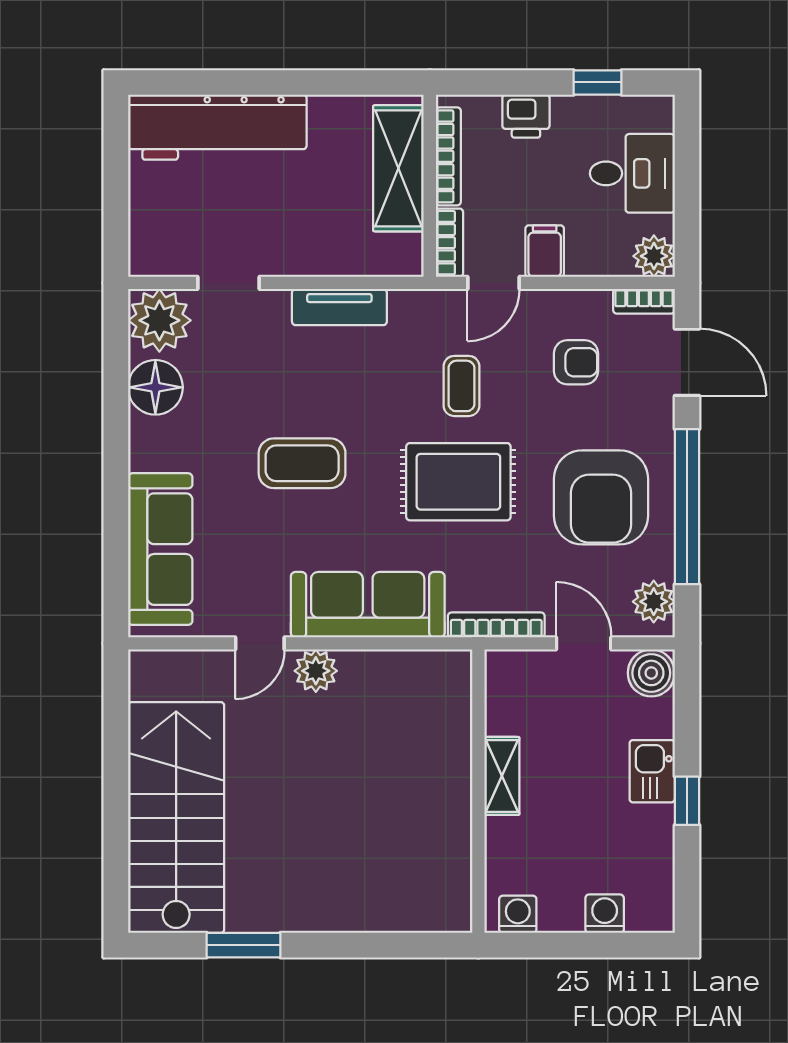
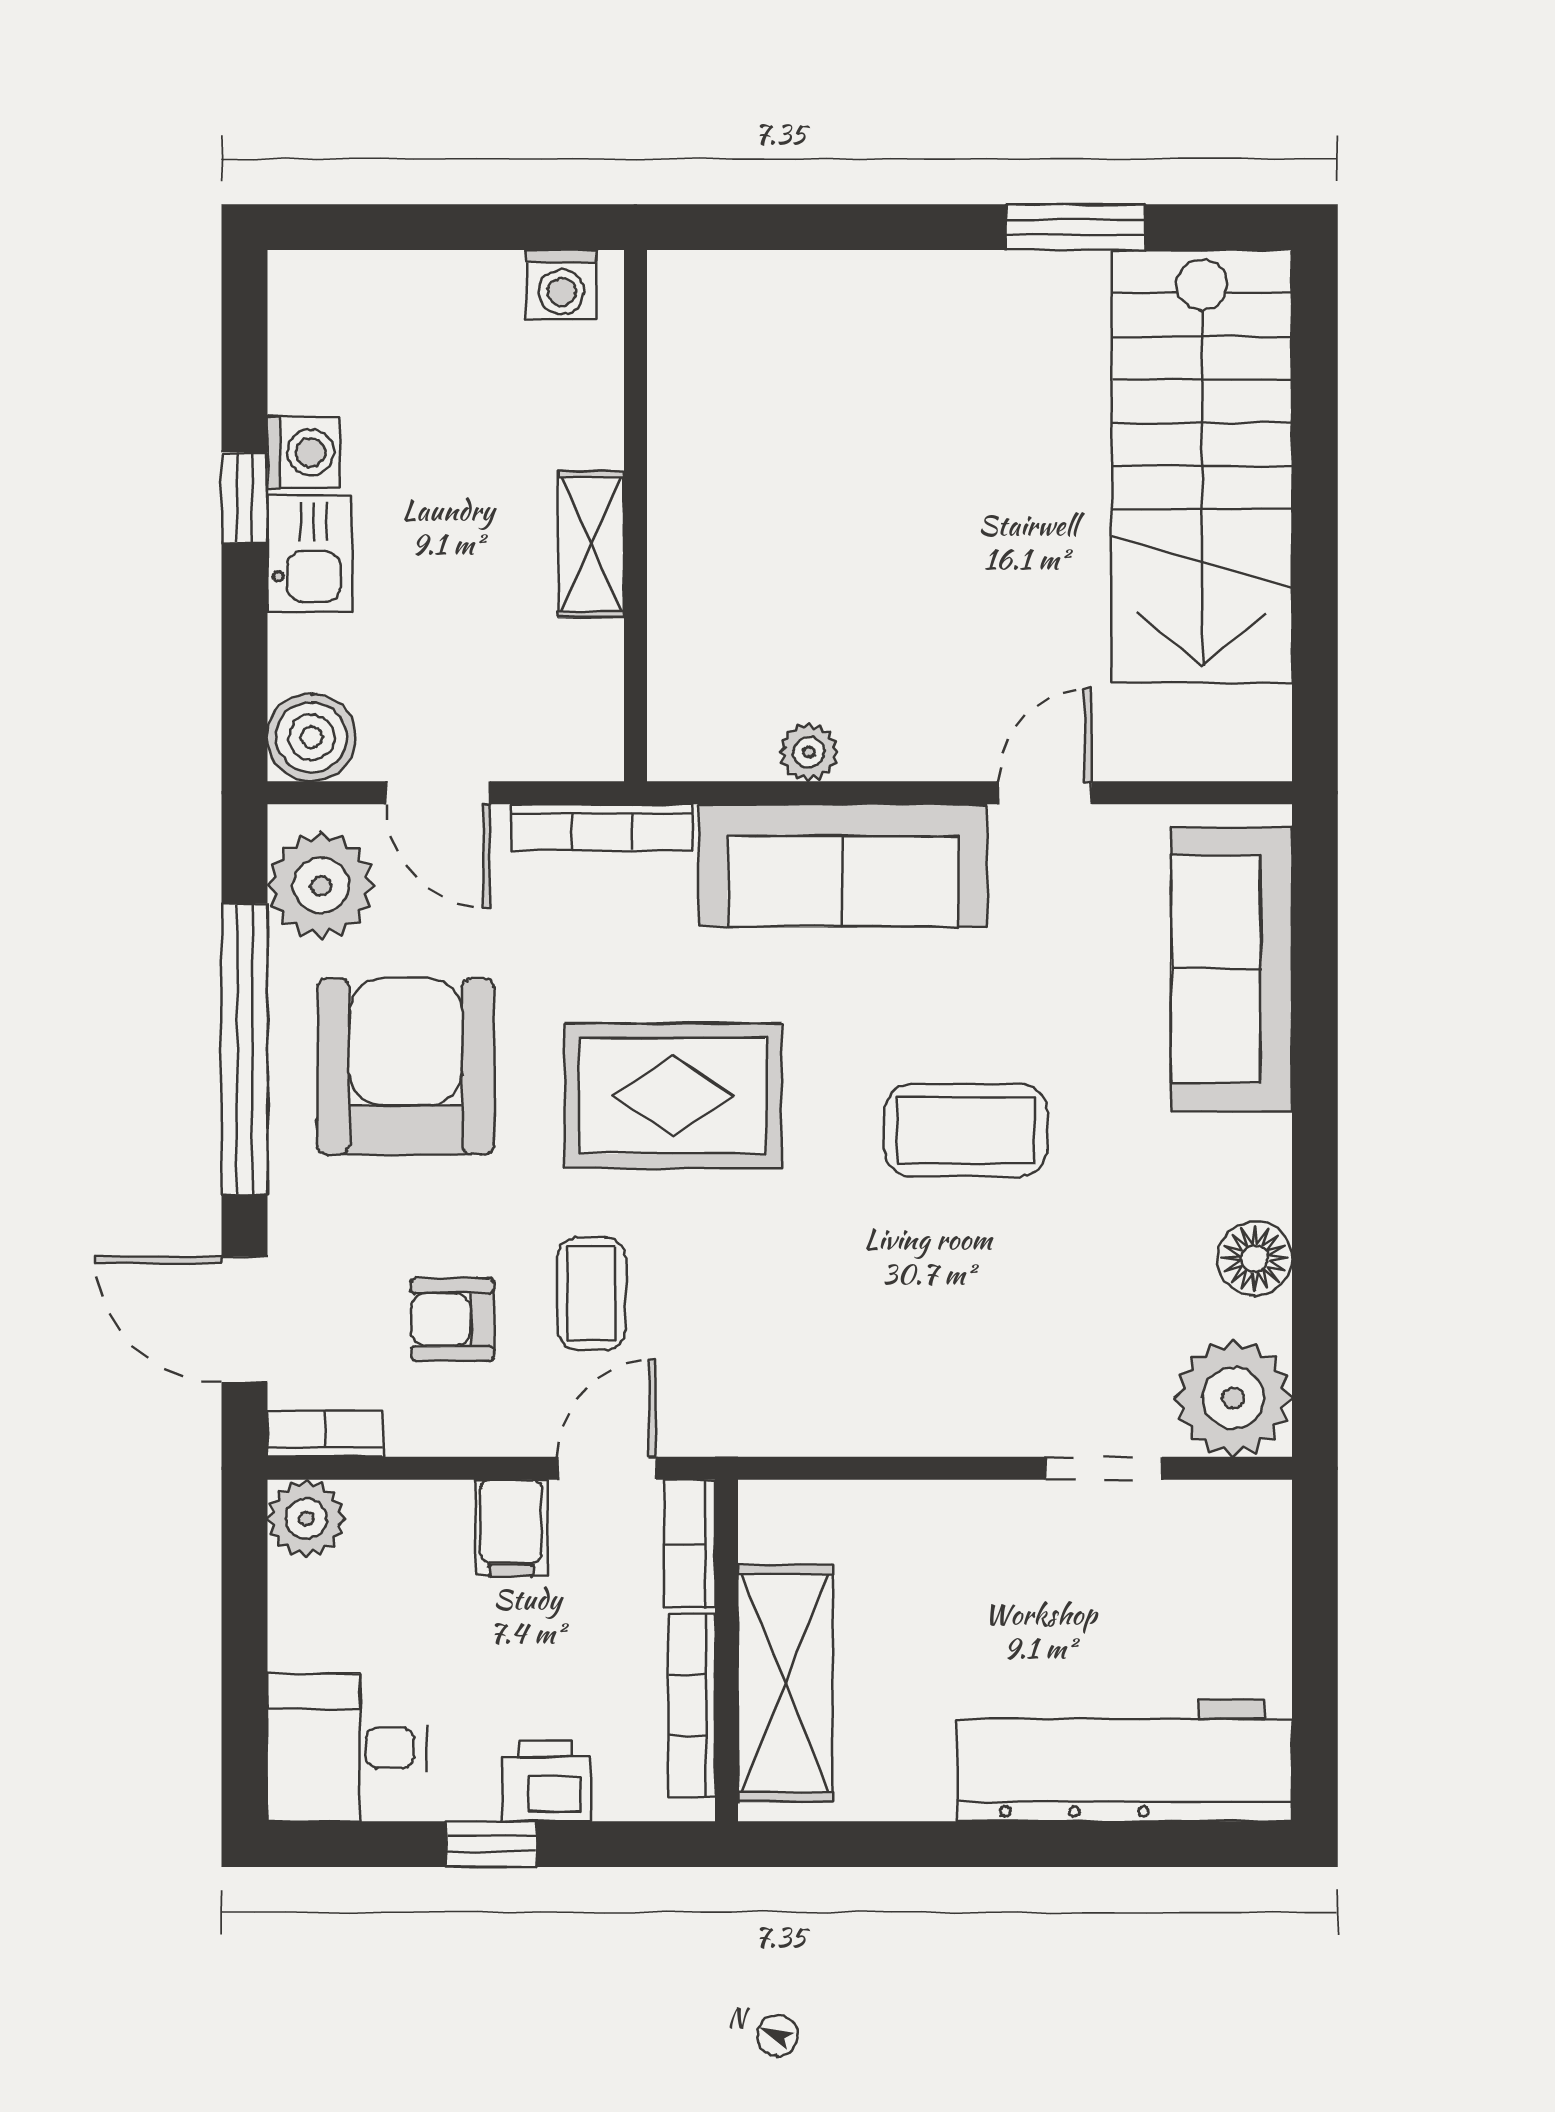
window: (598, 82) -> (491, 1844), moved
desk: (632, 173) -> (347, 1747), moved
tv unit: (339, 307) -> (896, 1423), removed
coffee table: (461, 386) -> (591, 1293), moved
floor lamp: (155, 387) -> (1255, 1259), width x0.73, depth x0.73
plant: (654, 602) -> (321, 885), width x1.36, depth x1.36
plant: (316, 671) -> (809, 752), moved, width x0.73, depth x0.73
washing machine: (605, 914) -> (303, 452), moved, turned -90

